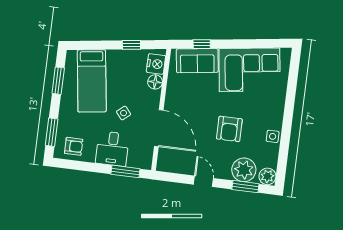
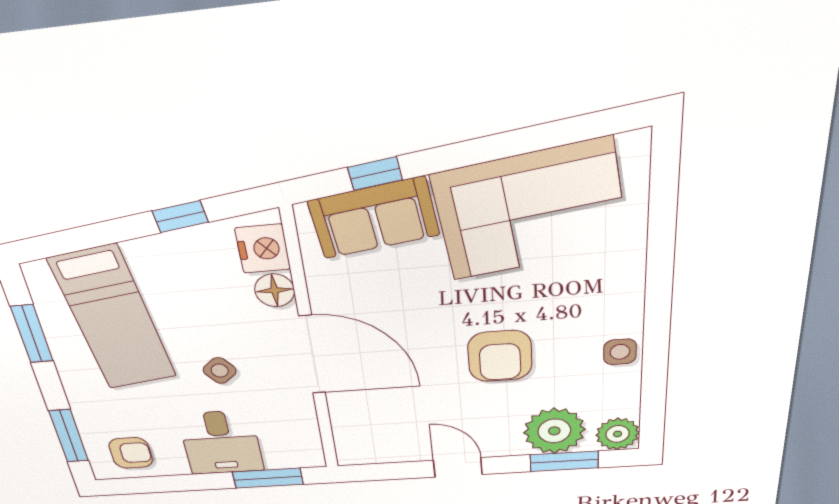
door: (159, 128) -> (312, 355), moved

